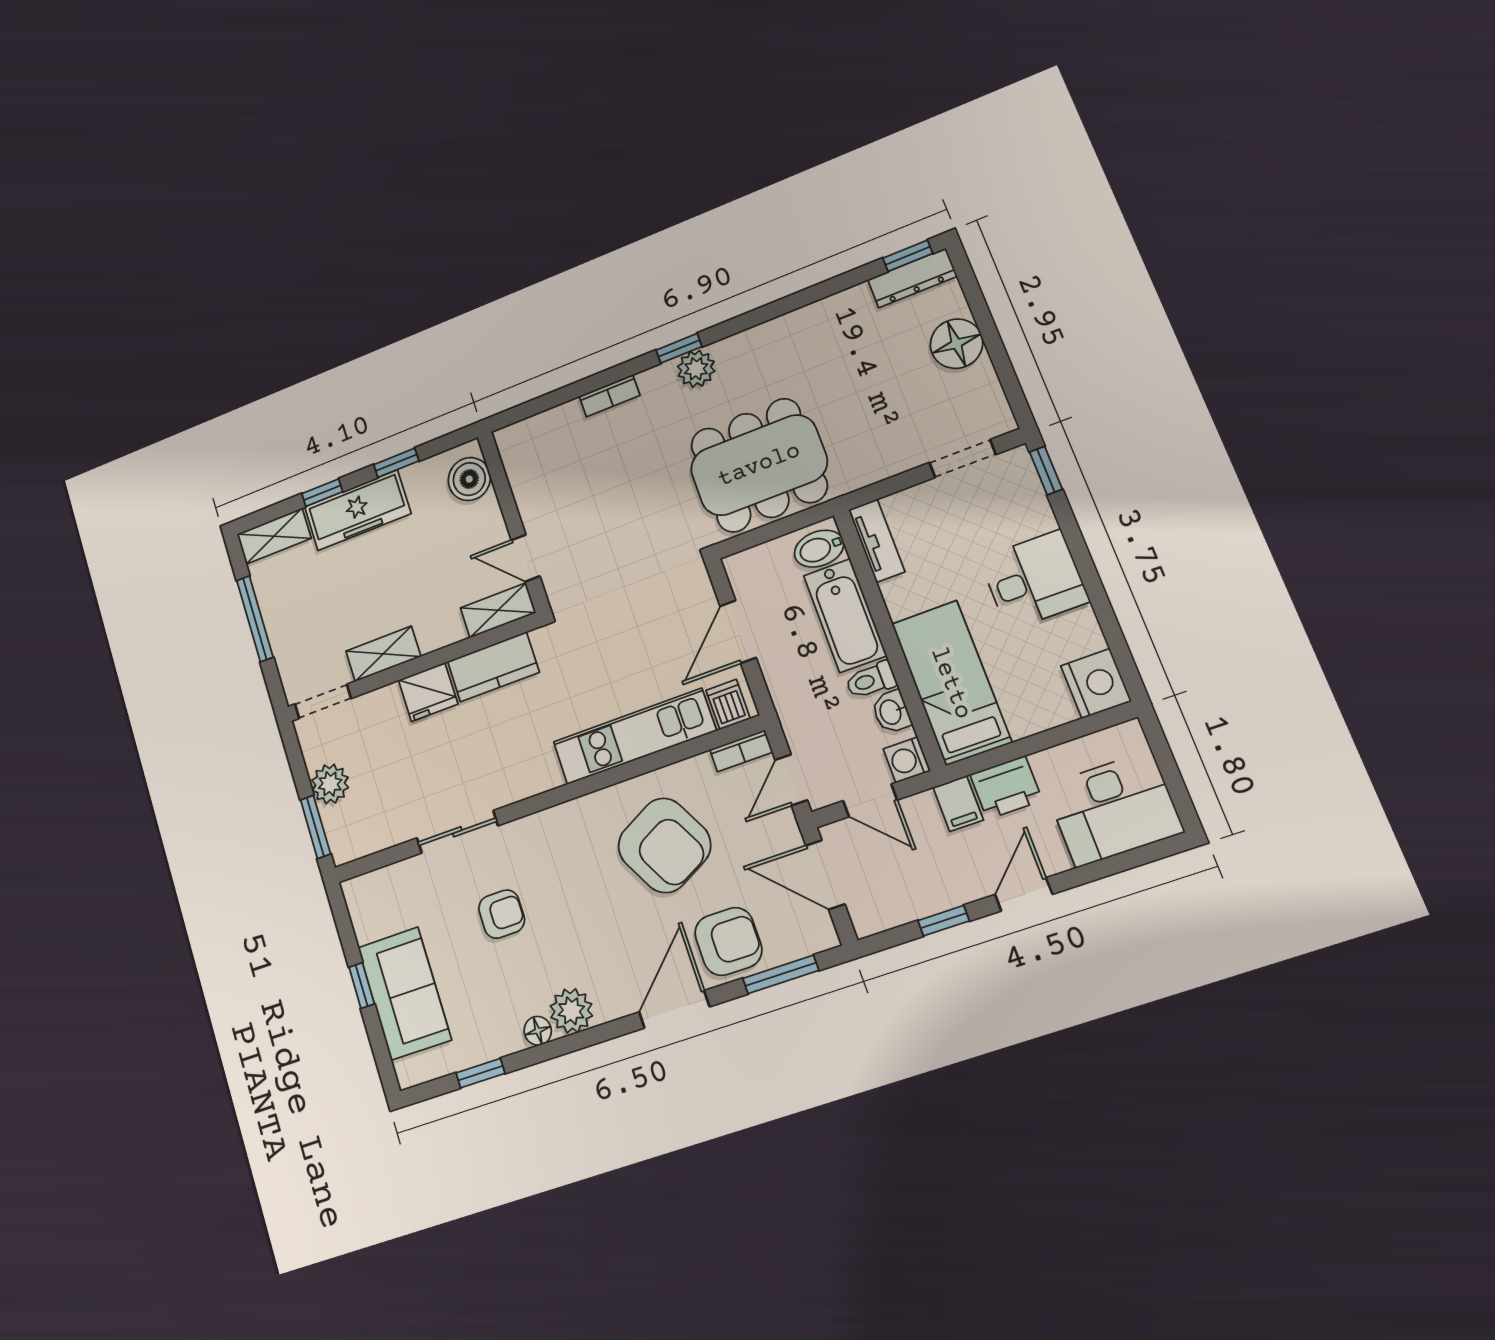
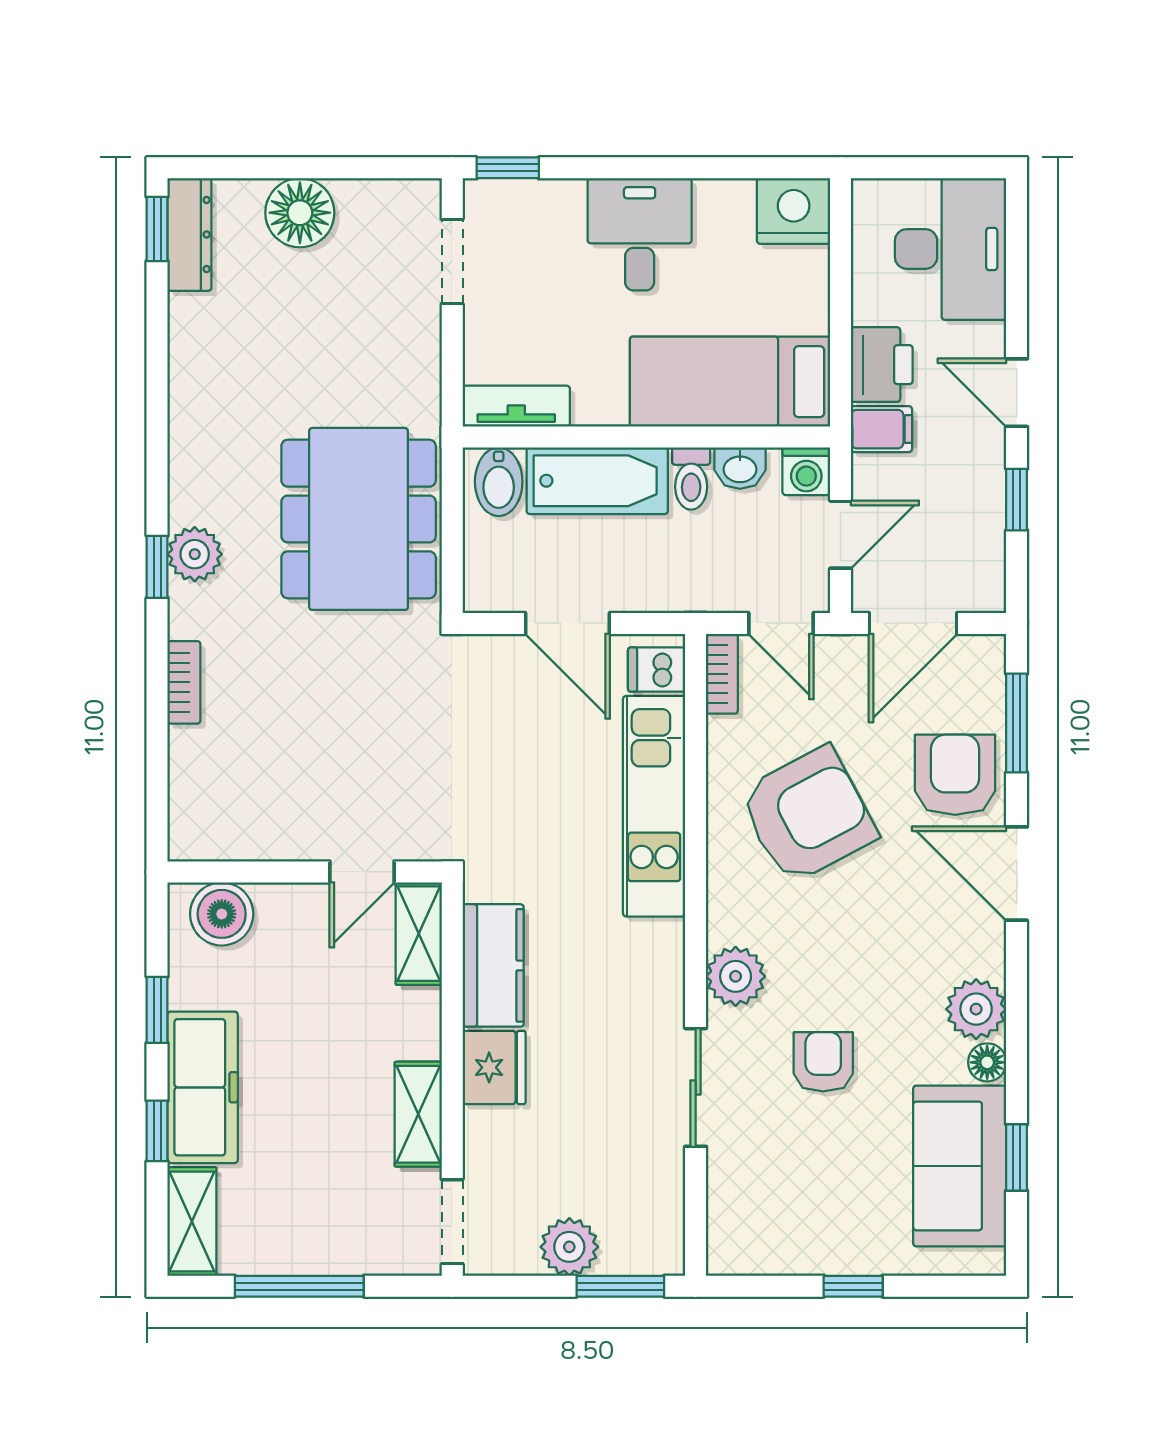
plant: (539, 833) -> (736, 976), added
sofa: (404, 993) -> (960, 1166), moved, turned -90

